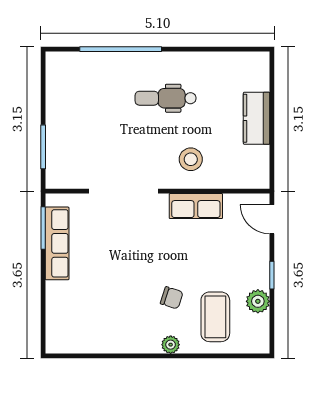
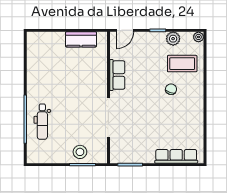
dental chair: (166, 98) -> (42, 122), moved
kitchen counter: (257, 118) -> (81, 39), moved
stool: (191, 159) -> (80, 152), moved
row of seats: (57, 243) -> (176, 156), moved
plant: (171, 345) -> (198, 37), moved

